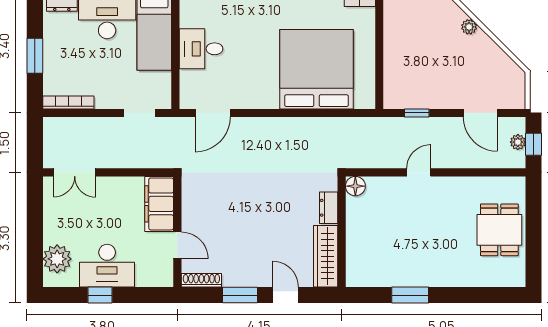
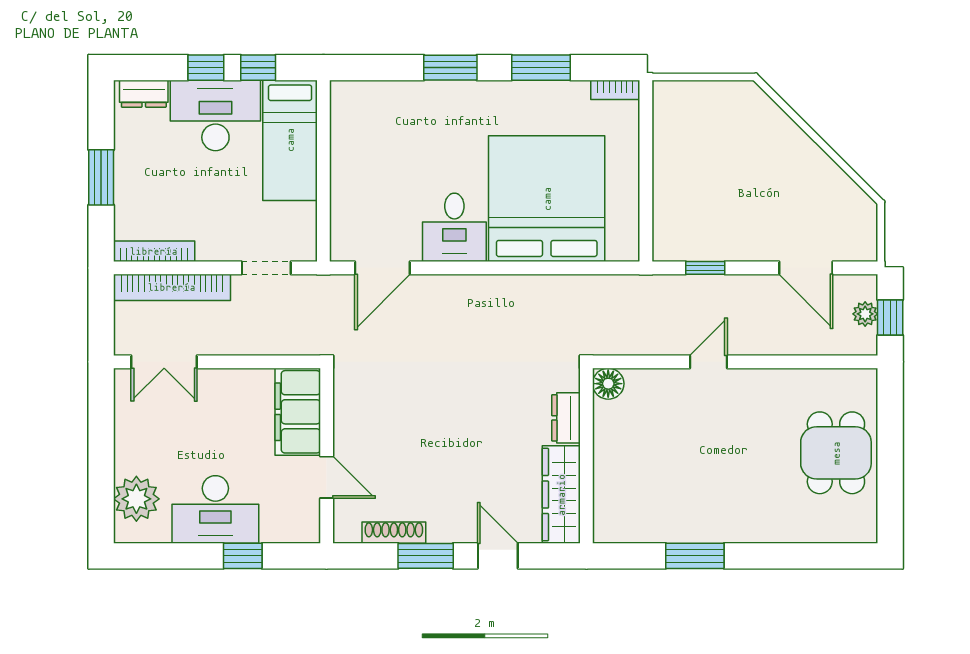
plant: (469, 27) -> (788, 132), removed
desk: (201, 49) -> (454, 227), moved, turned -90
bookcase: (80, 125) -> (172, 287), added
shoe rack: (201, 280) -> (394, 533), moved
window: (100, 295) -> (243, 556), moved

